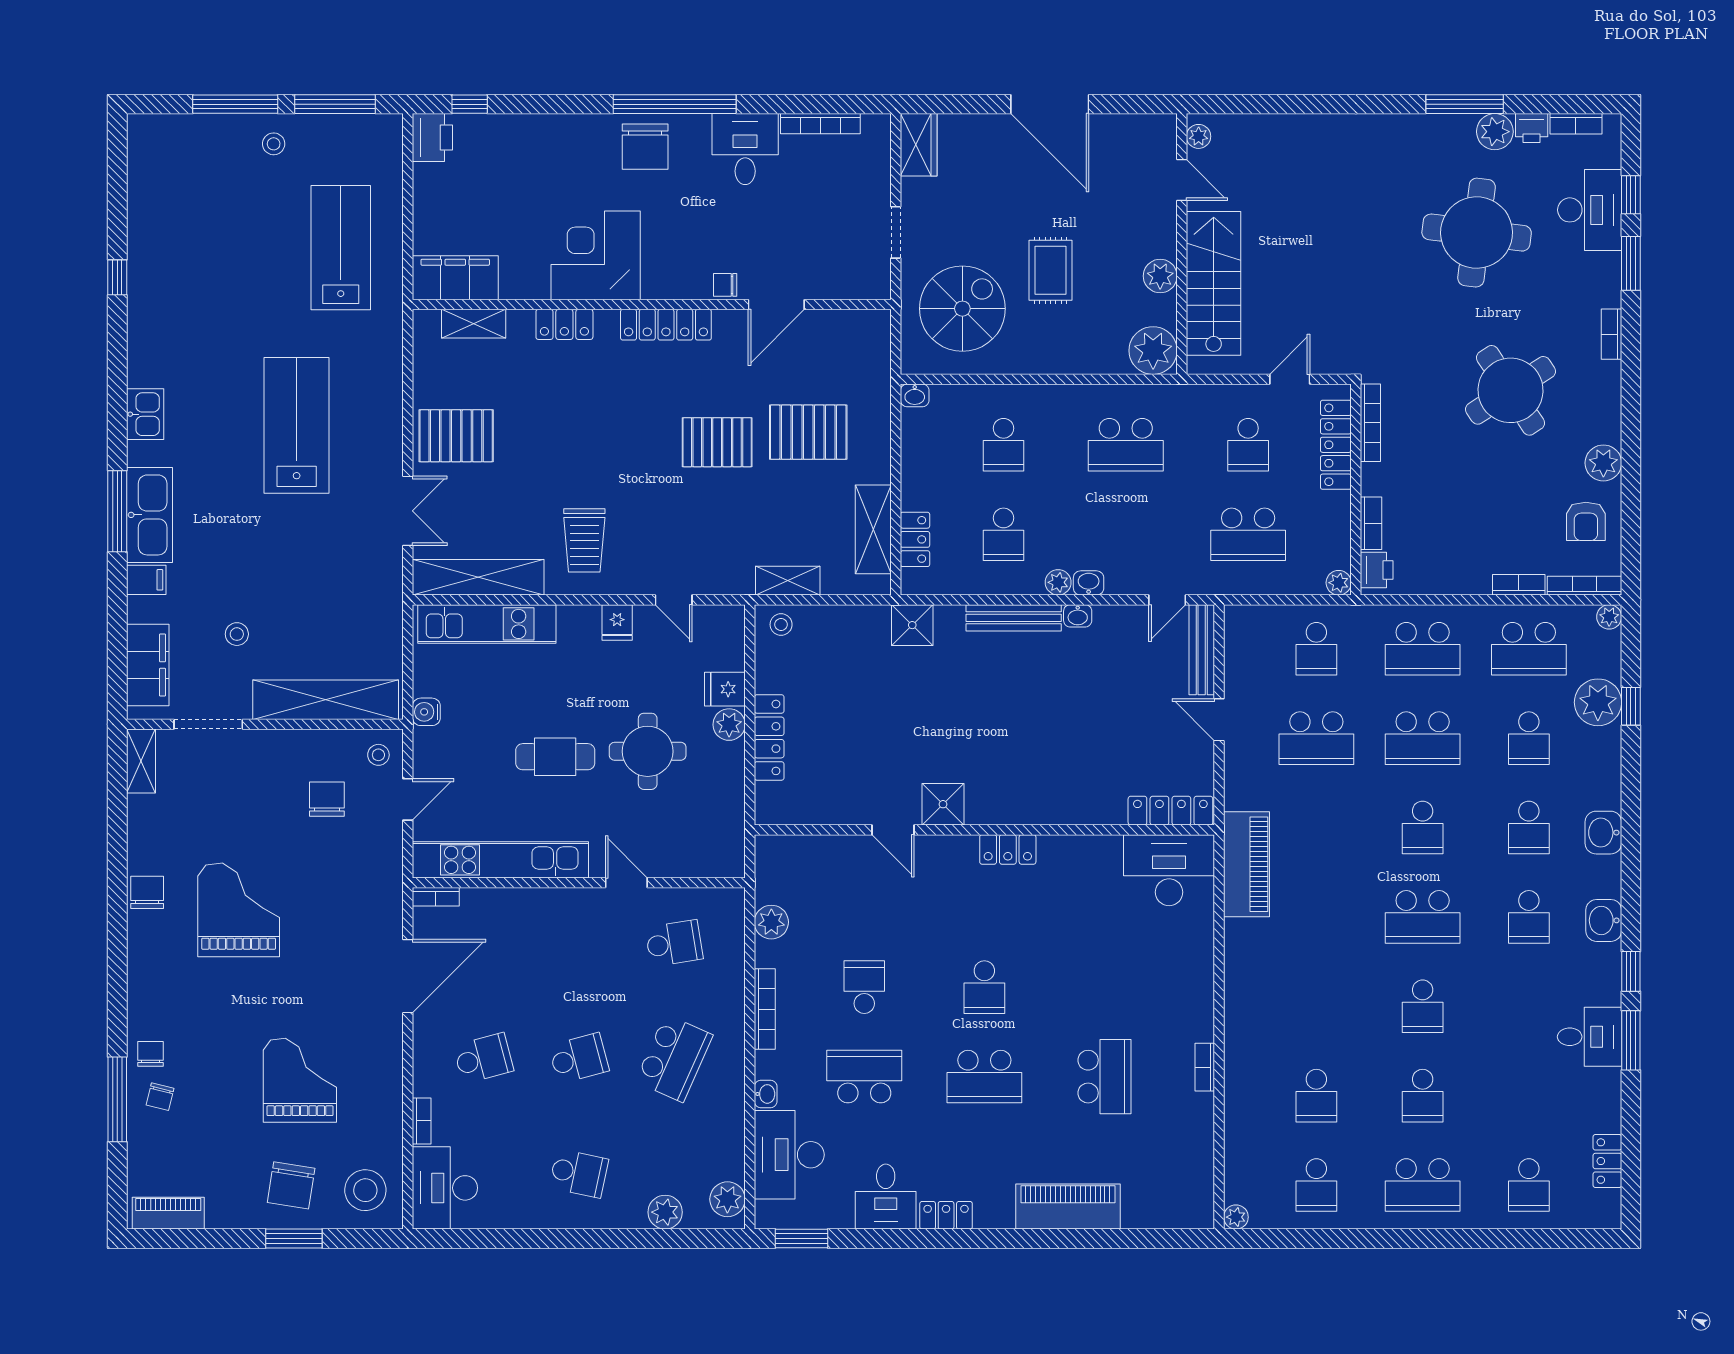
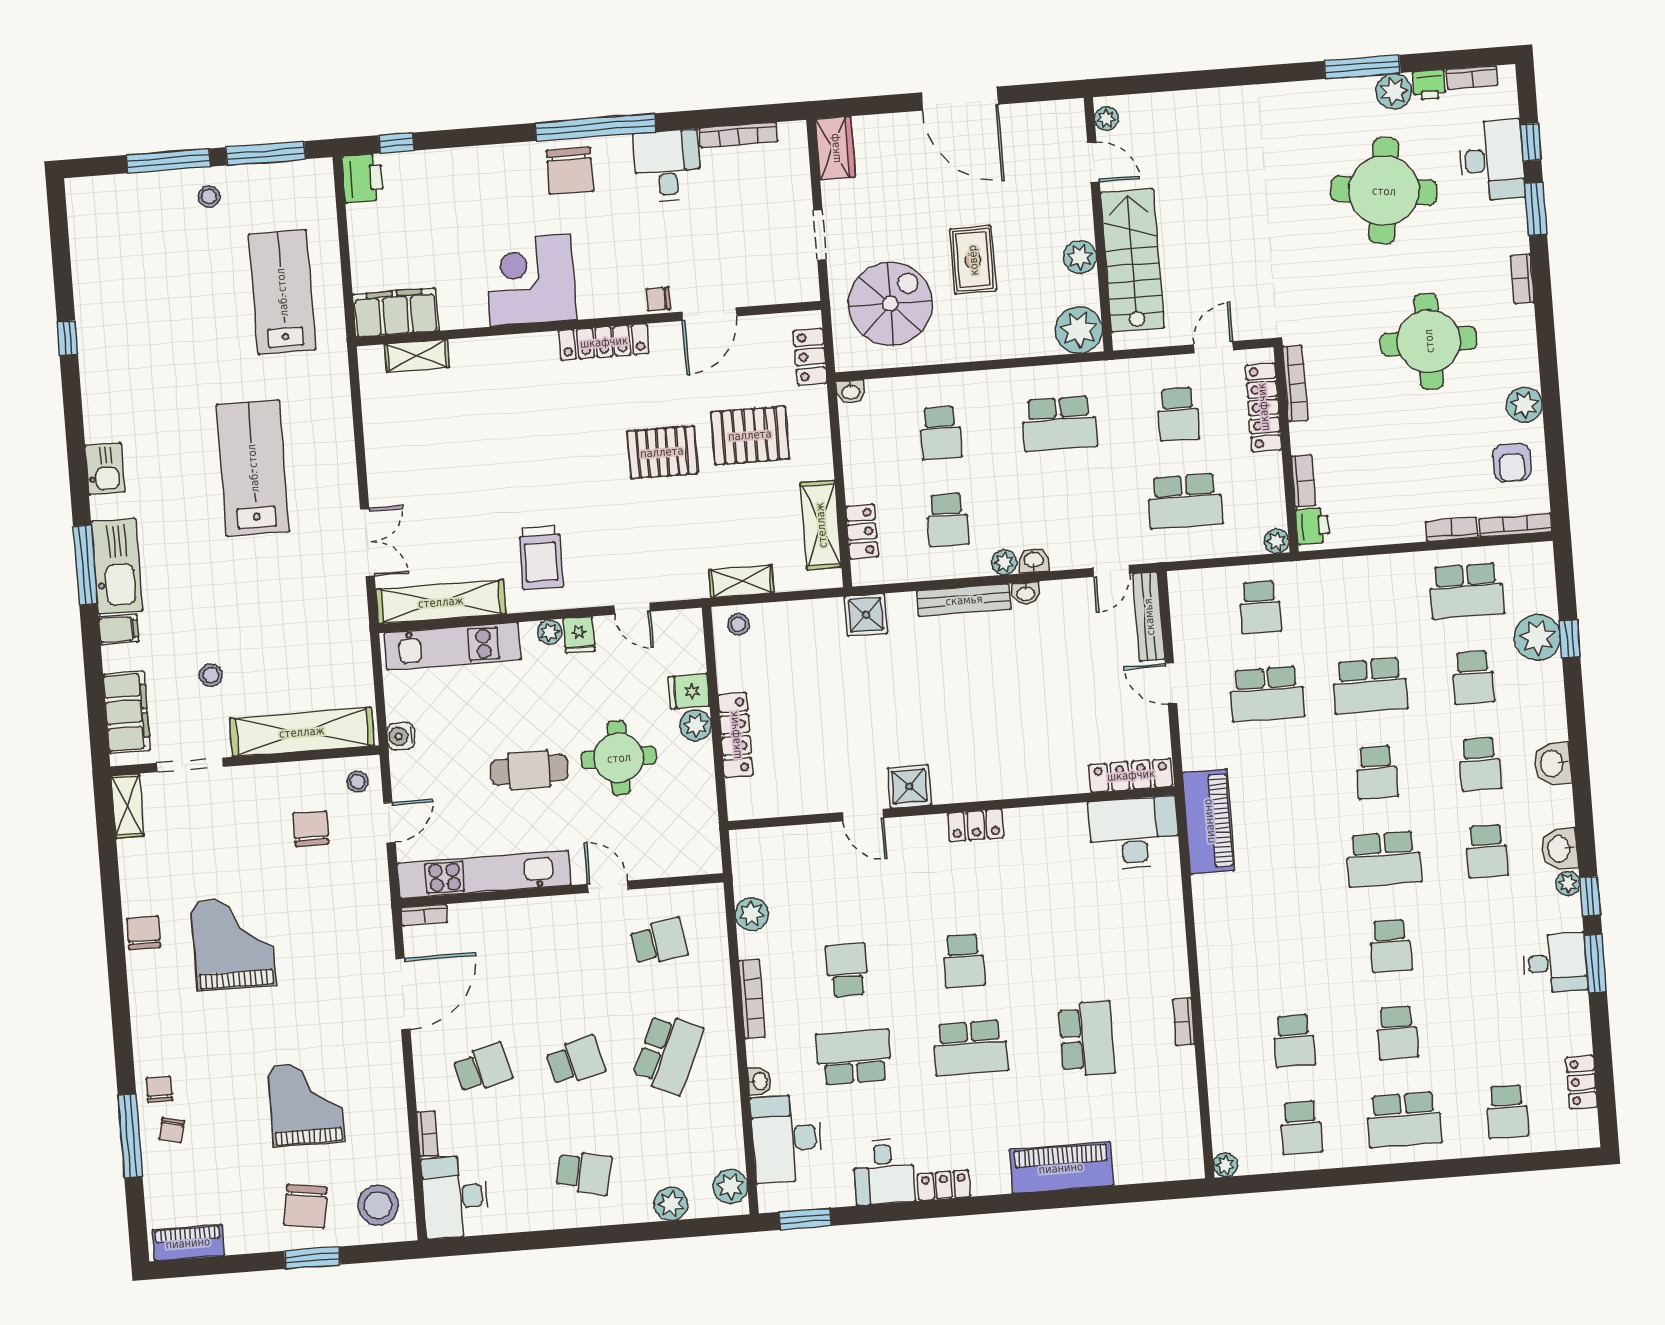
locker: (564, 324) -> (810, 357), moved, turned 90
round table: (1510, 390) -> (1429, 341), turned 33
pallet: (456, 436) -> (409, 466), removed
plant: (587, 617) -> (549, 632), added
plant: (1609, 617) -> (1568, 883), moved
school desk: (1423, 649) -> (1363, 599), removed

